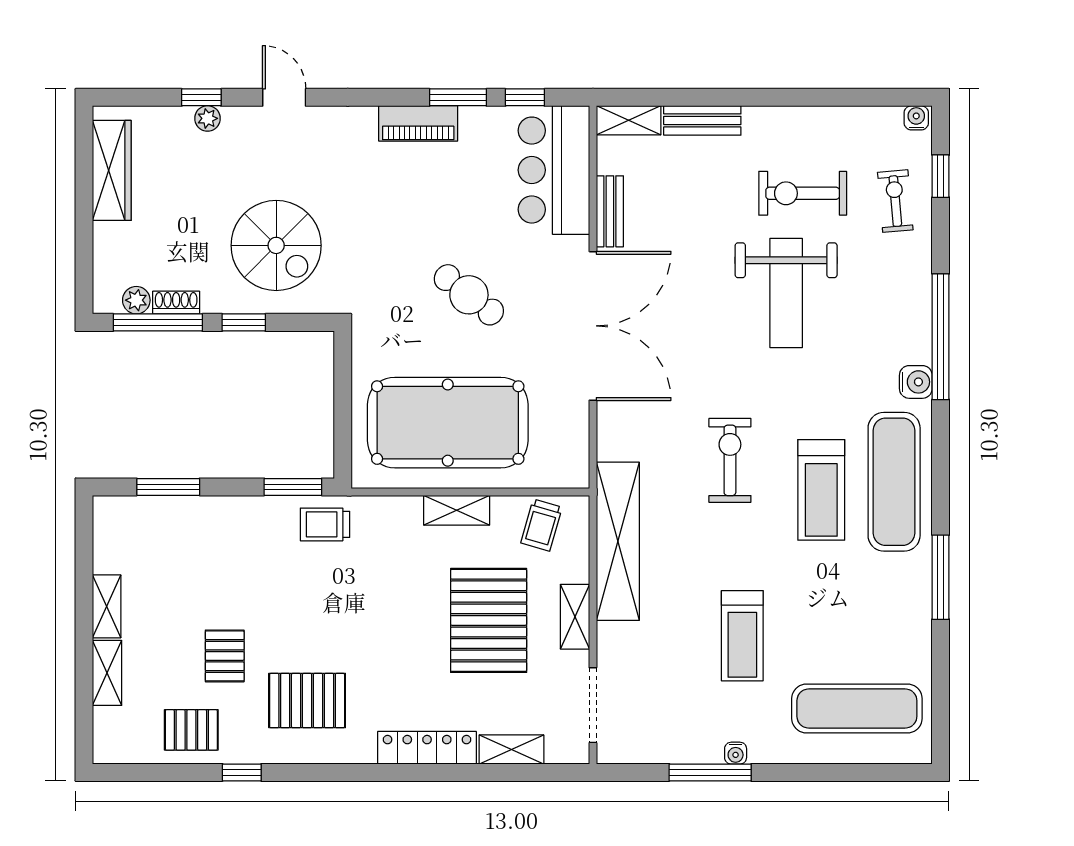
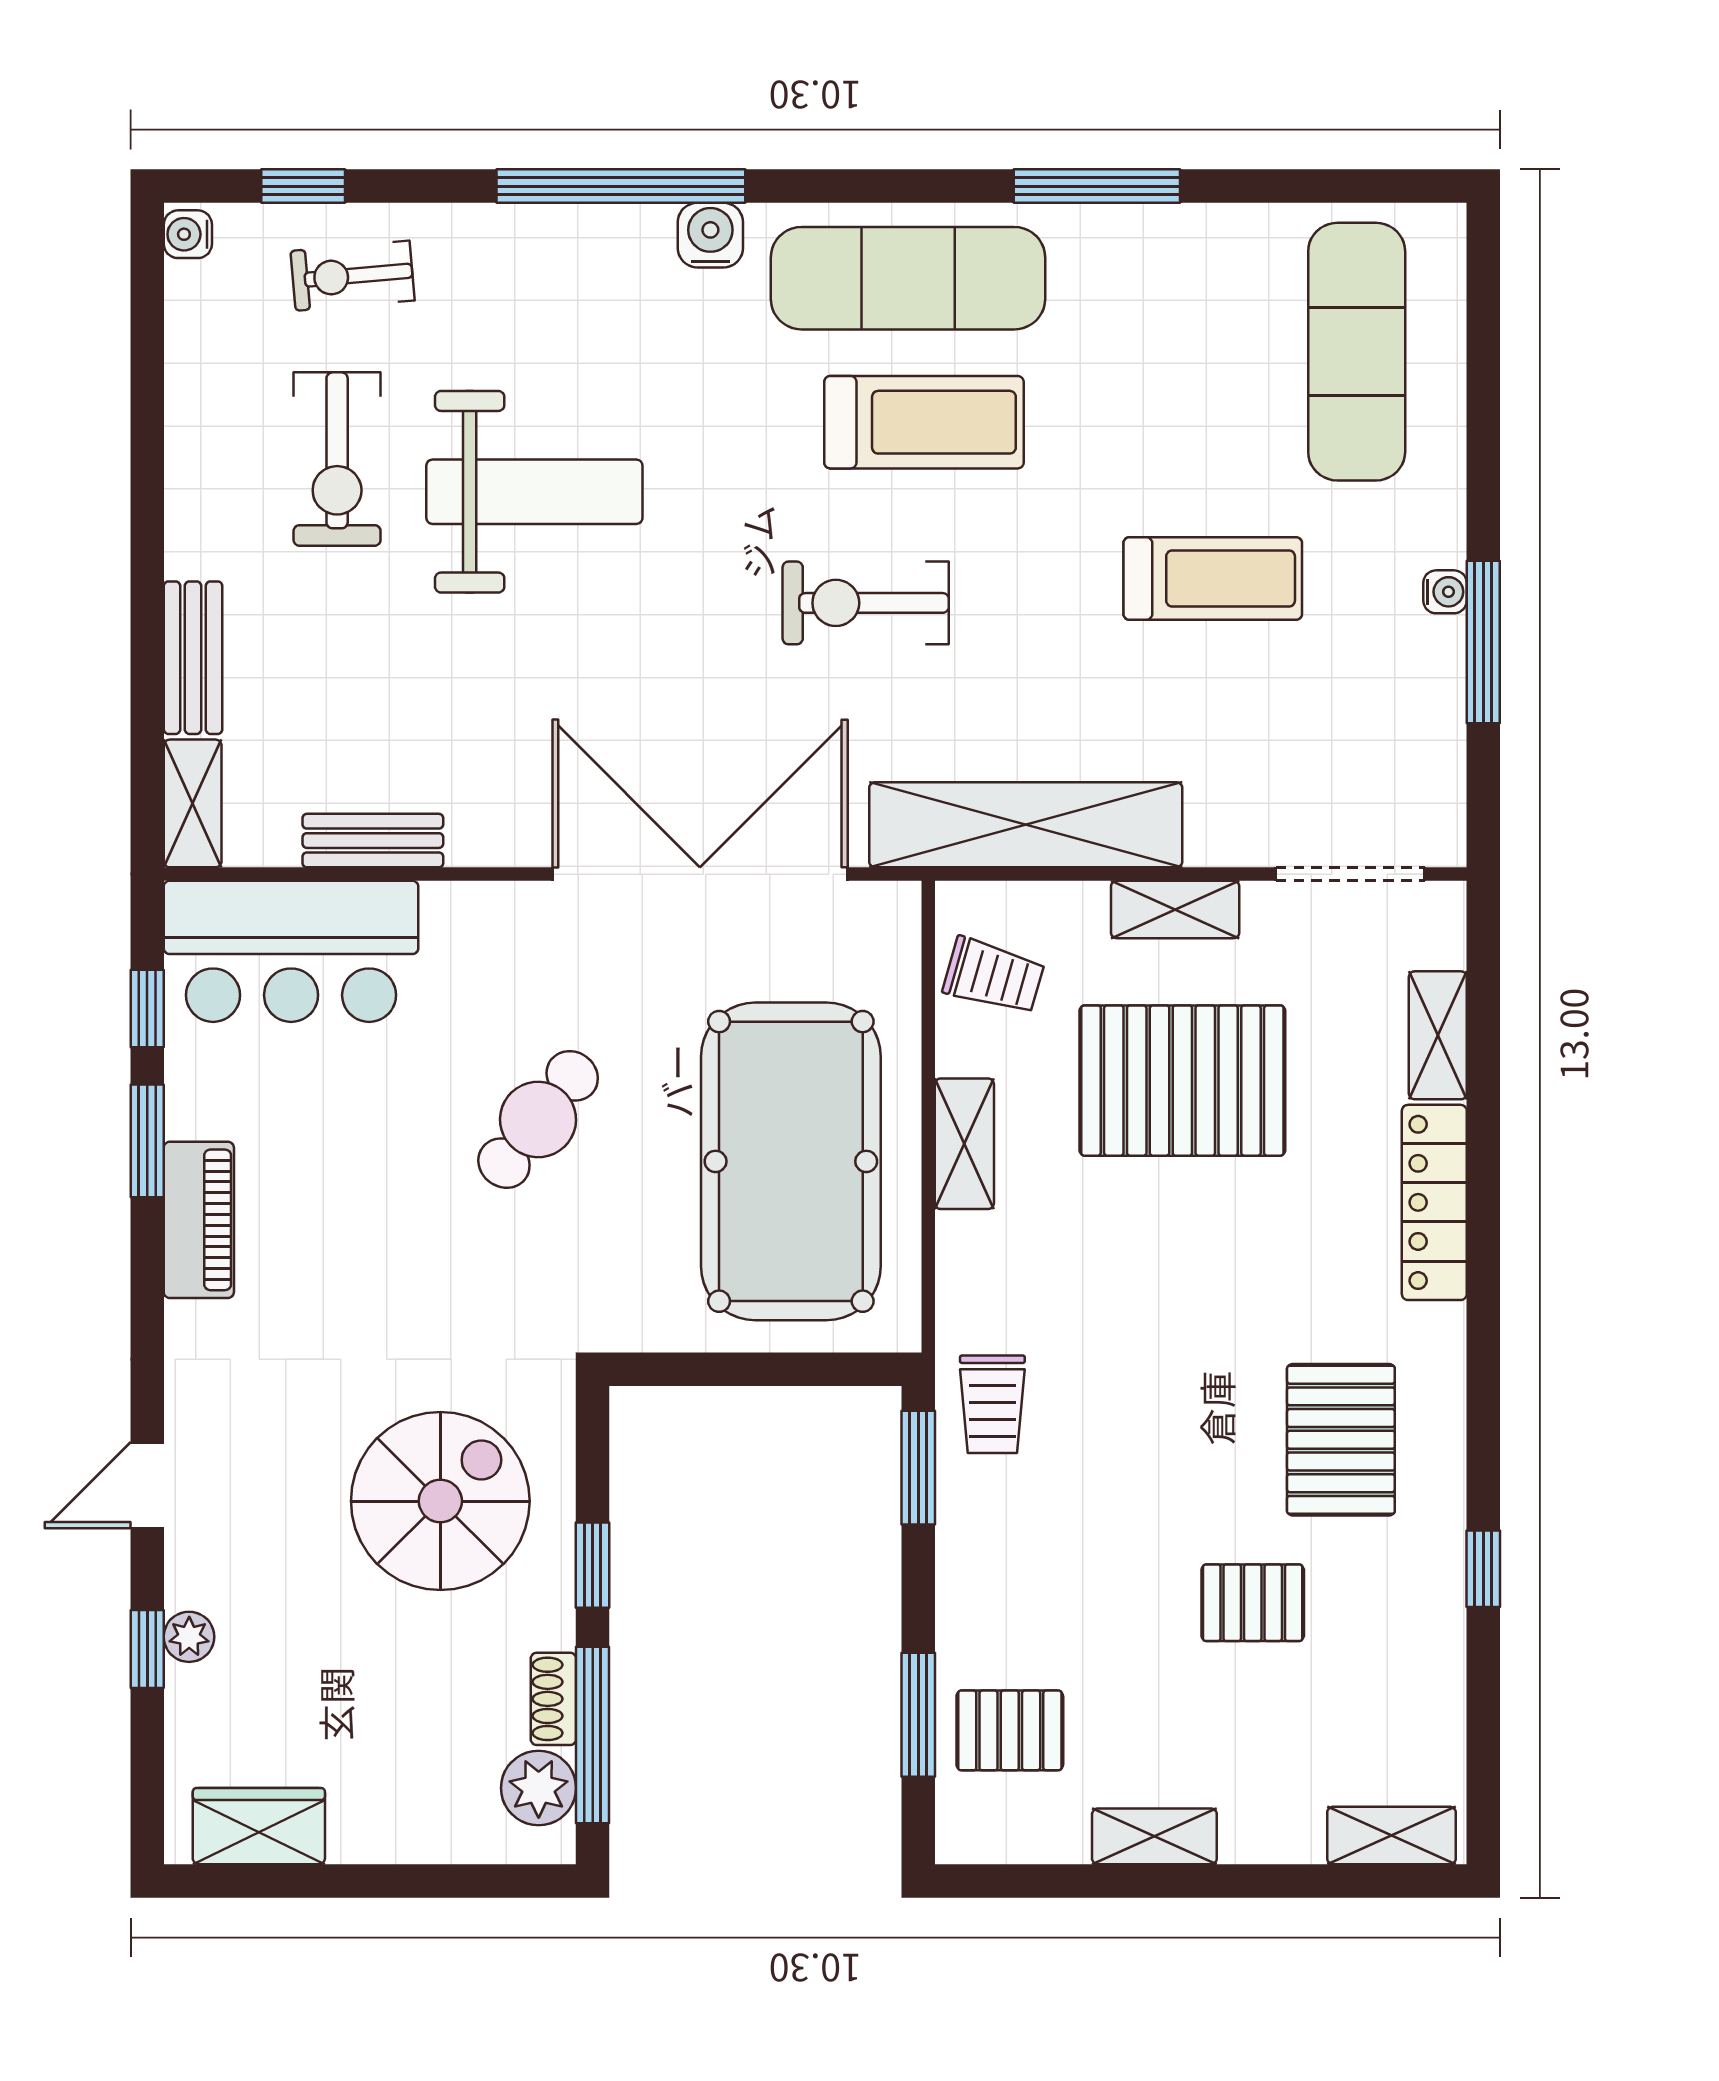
wardrobe: (112, 170) -> (259, 1826), width x0.67
plant: (136, 300) -> (539, 1788), width x1.38, depth x1.38
double door: (593, 326) -> (700, 874), moved
shelving: (107, 673) -> (1392, 1836), moved
pallet: (191, 730) -> (1010, 1730), moved, turned 90

